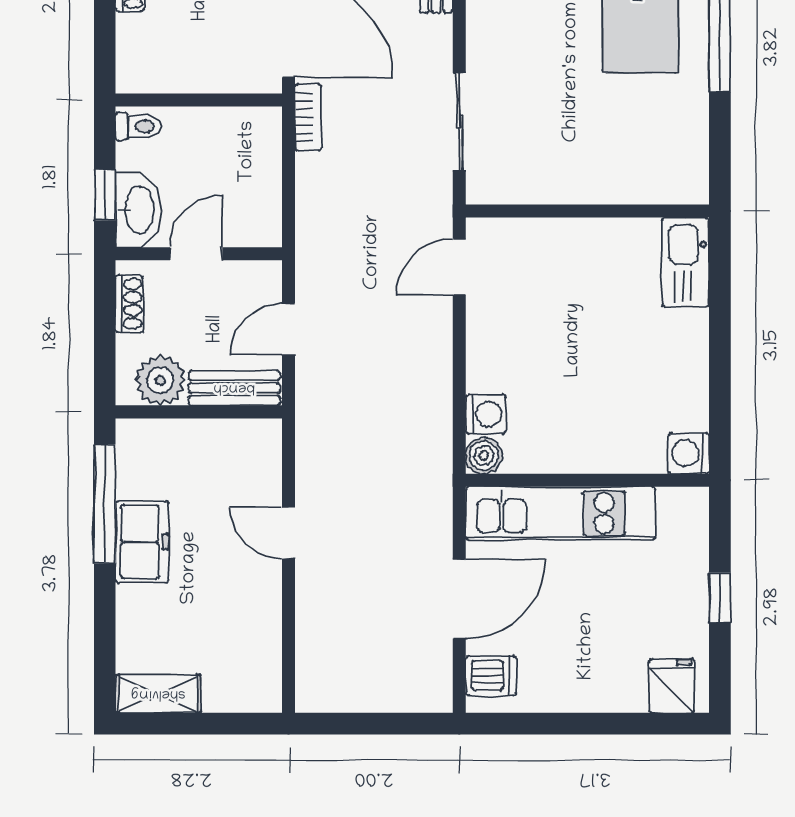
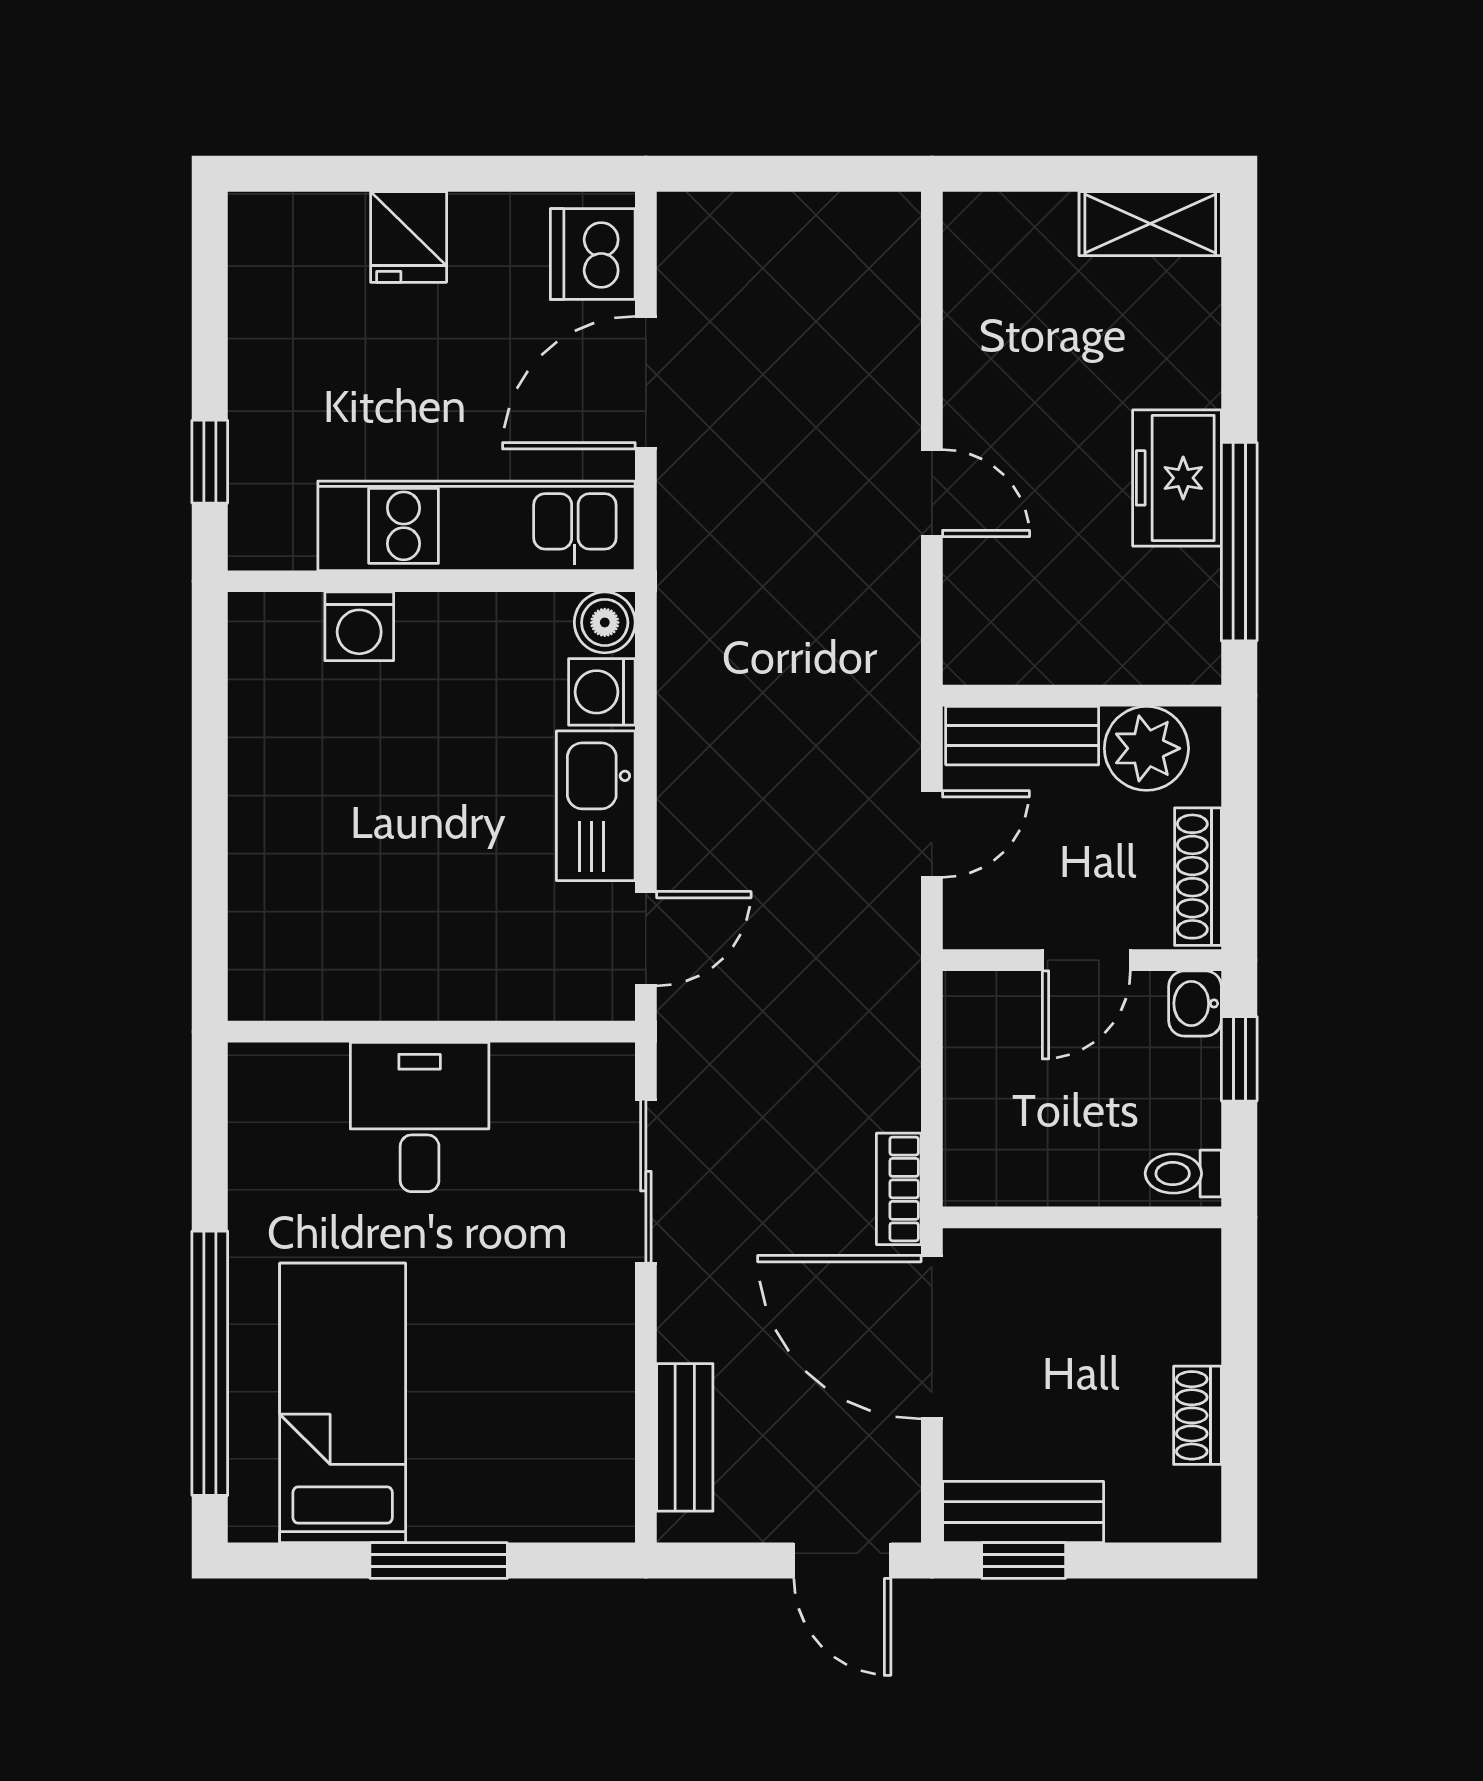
desk: (595, 160) -> (420, 1117), added
washbasin: (138, 210) -> (1195, 1003), width x0.52, depth x0.69
kitchen sink: (686, 262) -> (596, 806), moved, turned 180
shoe rack: (129, 304) -> (1198, 877), width x1.43
washing machine: (689, 453) -> (359, 626), moved, turned 90
window: (720, 598) -> (210, 462), moved
dishwasher: (491, 676) -> (593, 254), width x1.38
fridge: (672, 686) -> (409, 237), moved

